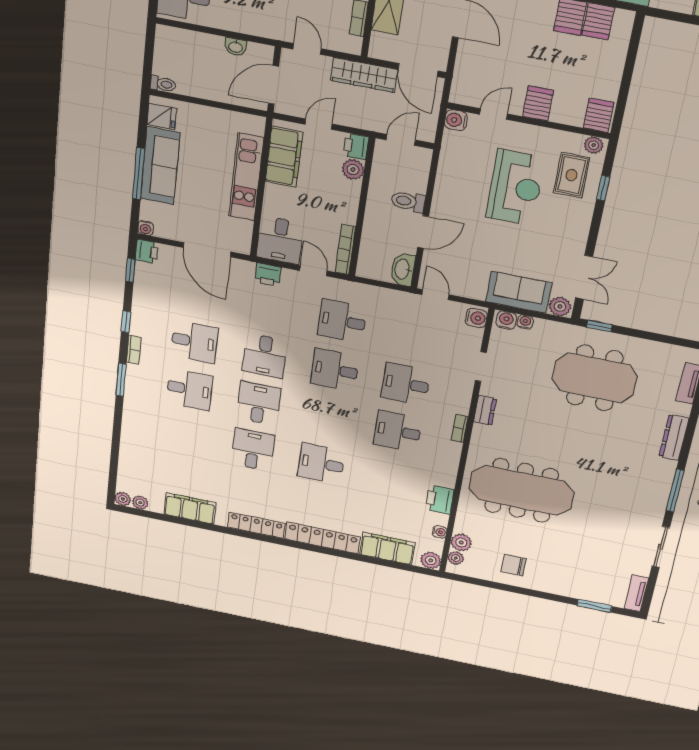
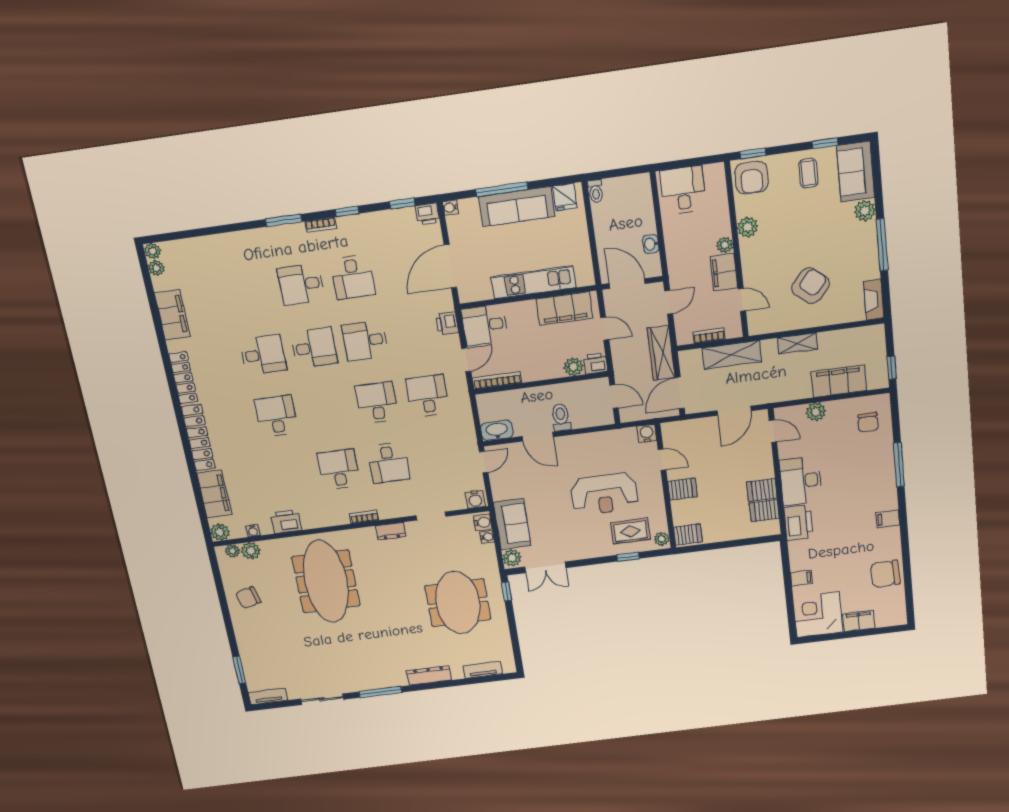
desk: (406, 384) -> (388, 463), turned 180
desk: (189, 389) -> (301, 284), turned 90
chair: (514, 565) -> (248, 598), turned -105

